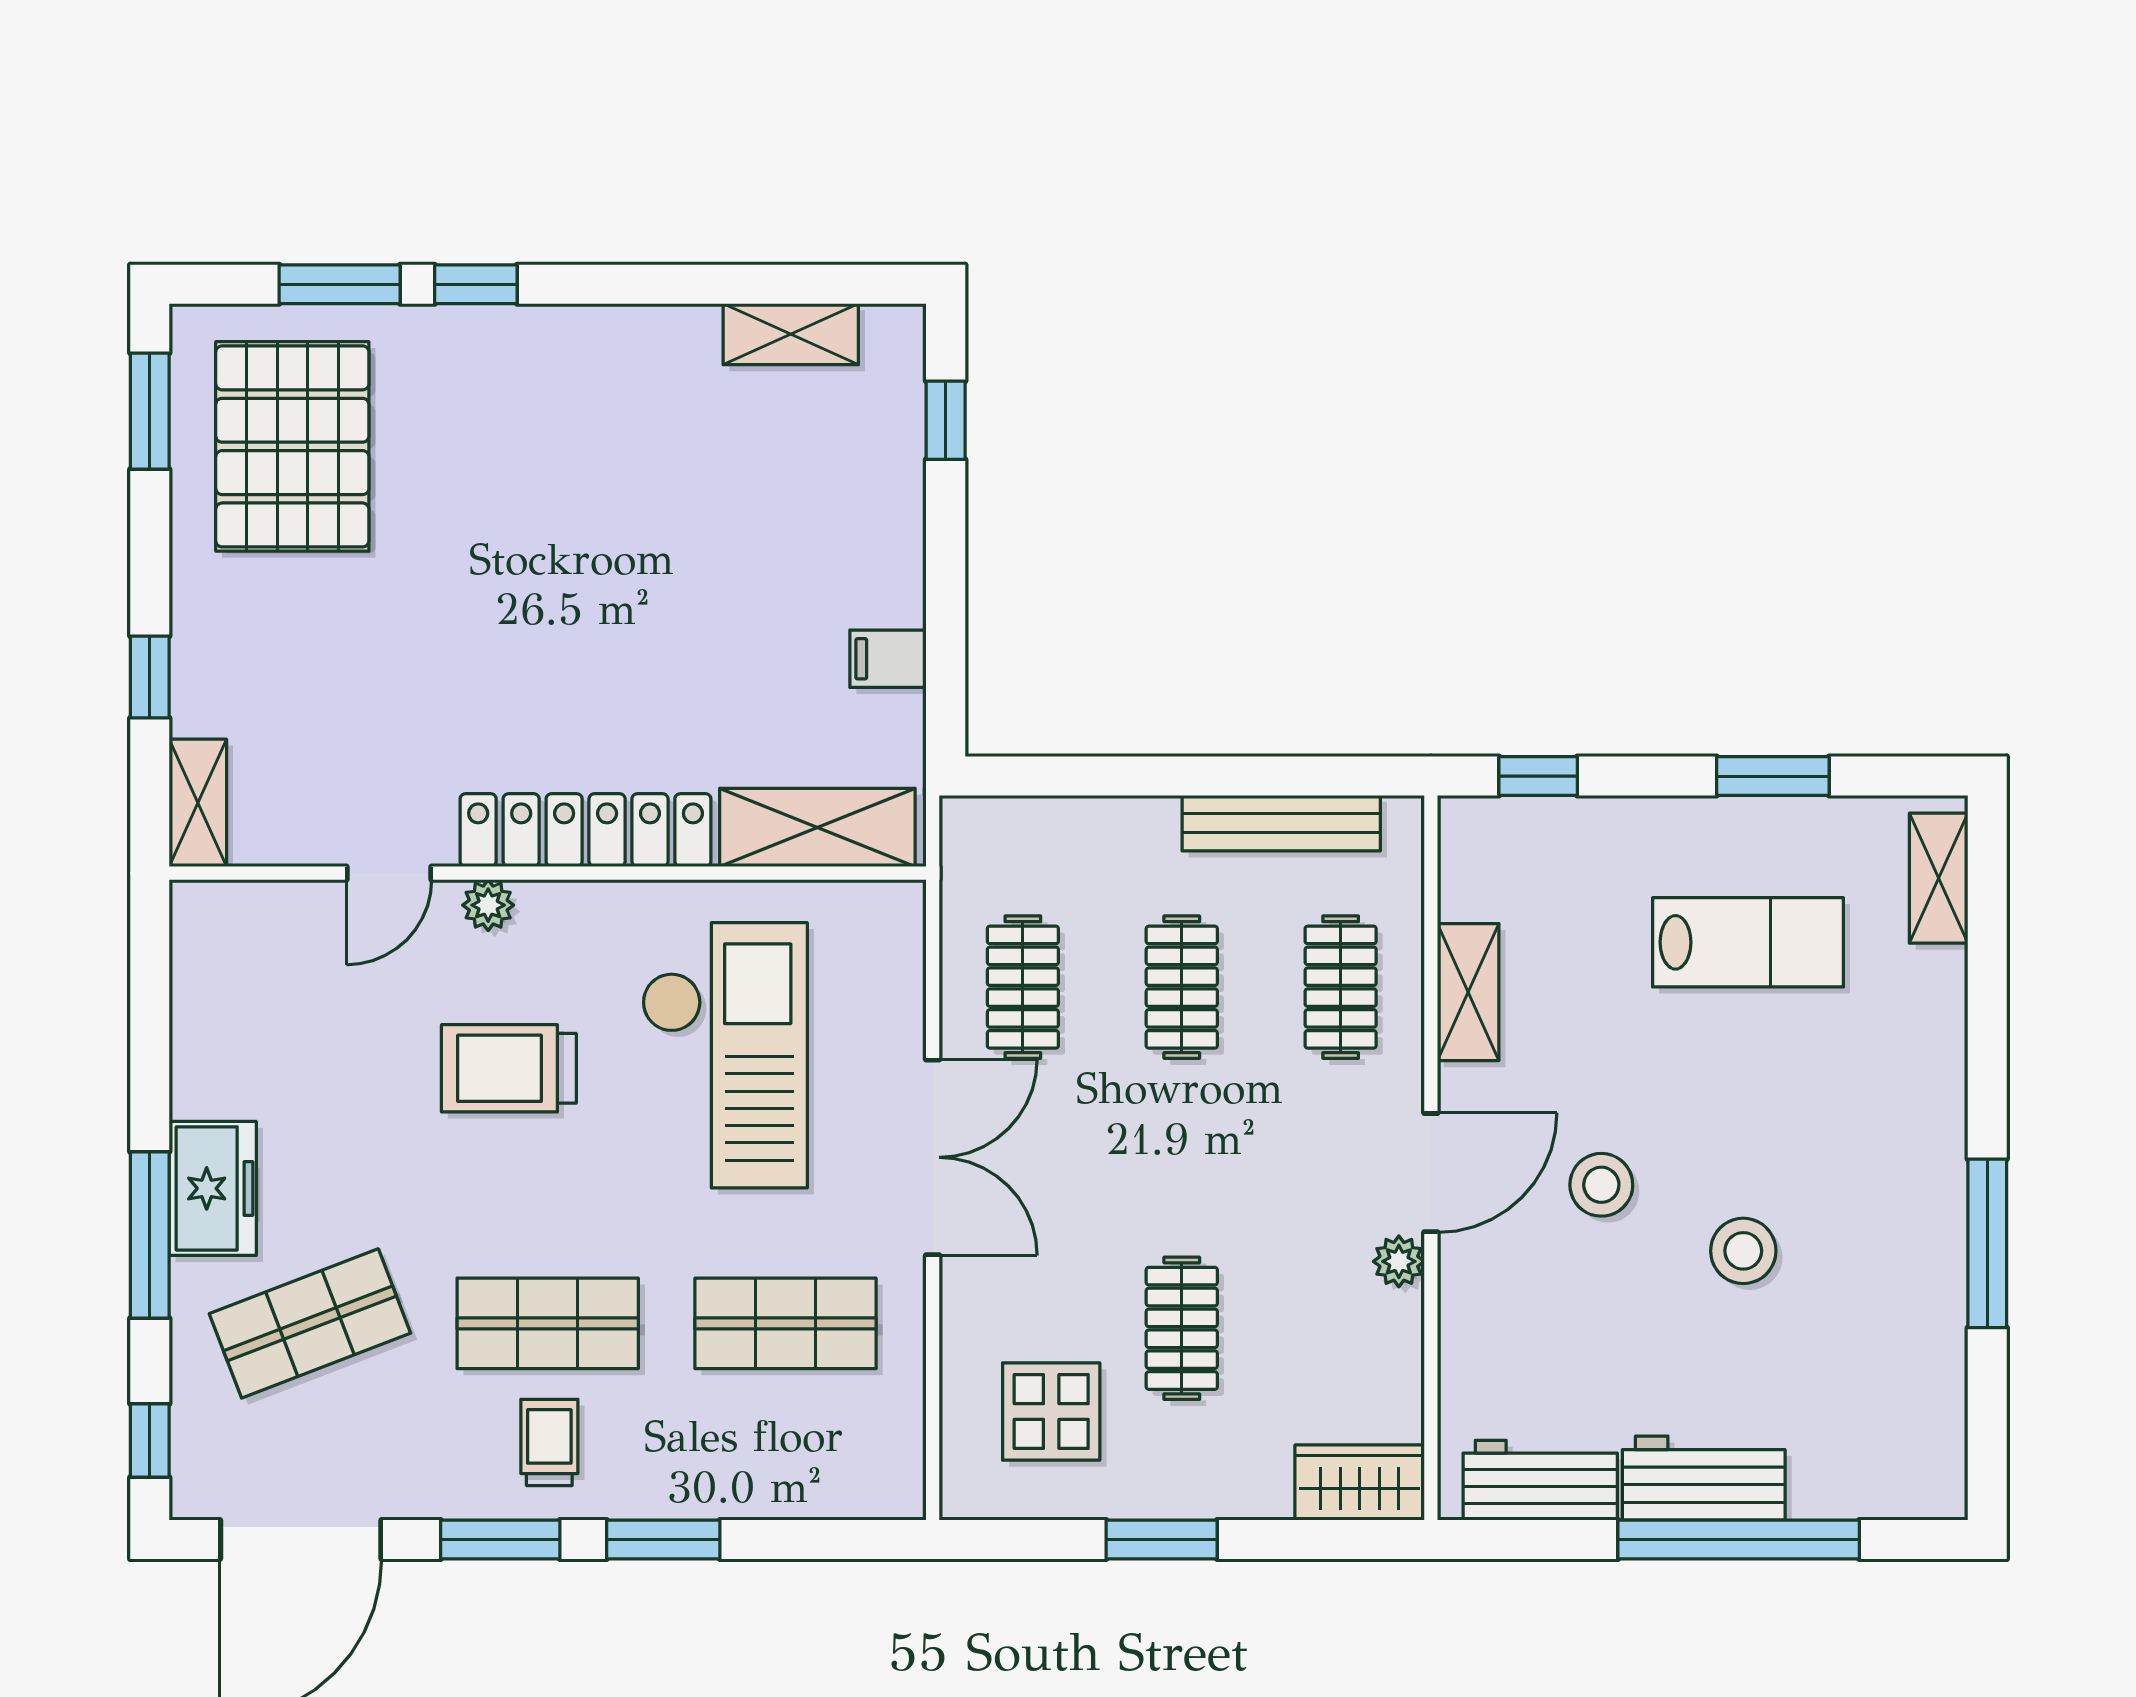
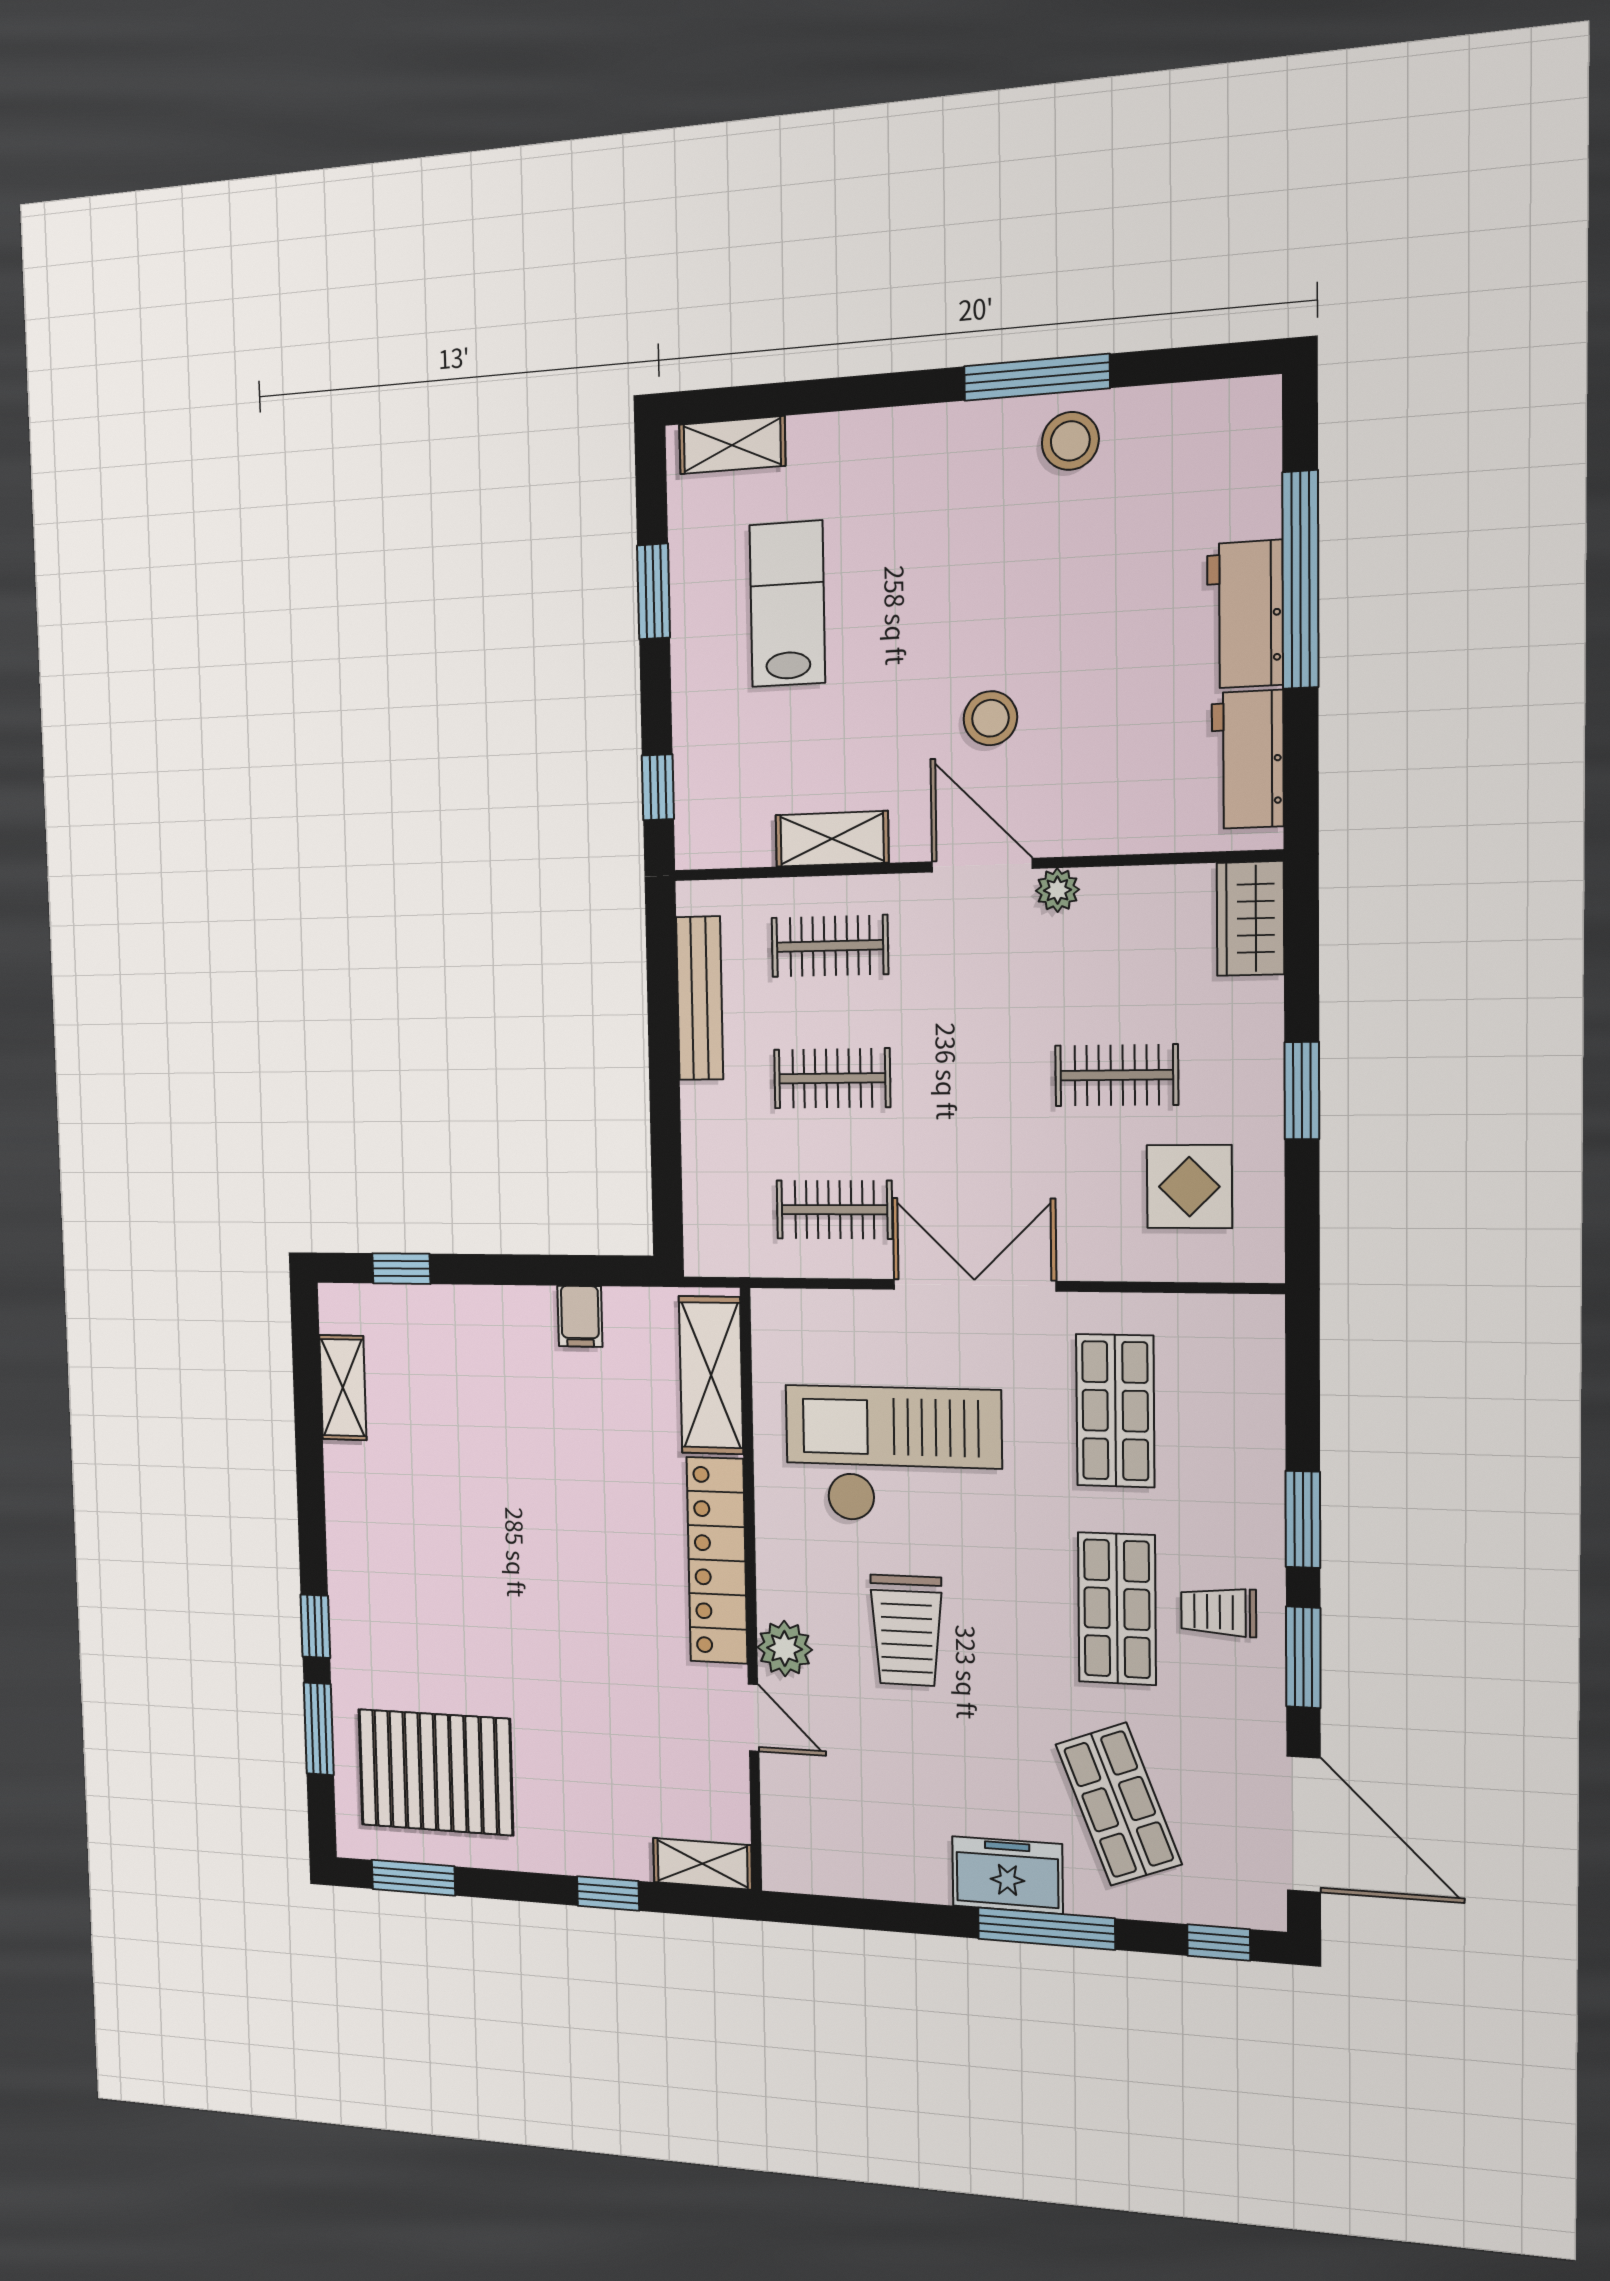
plant: (488, 905) -> (785, 1648), width x1.38, depth x1.38
stool: (1743, 1251) -> (1070, 441), moved

